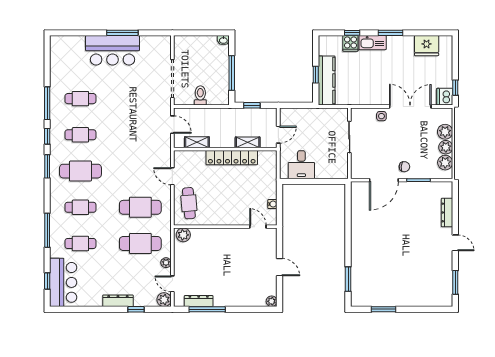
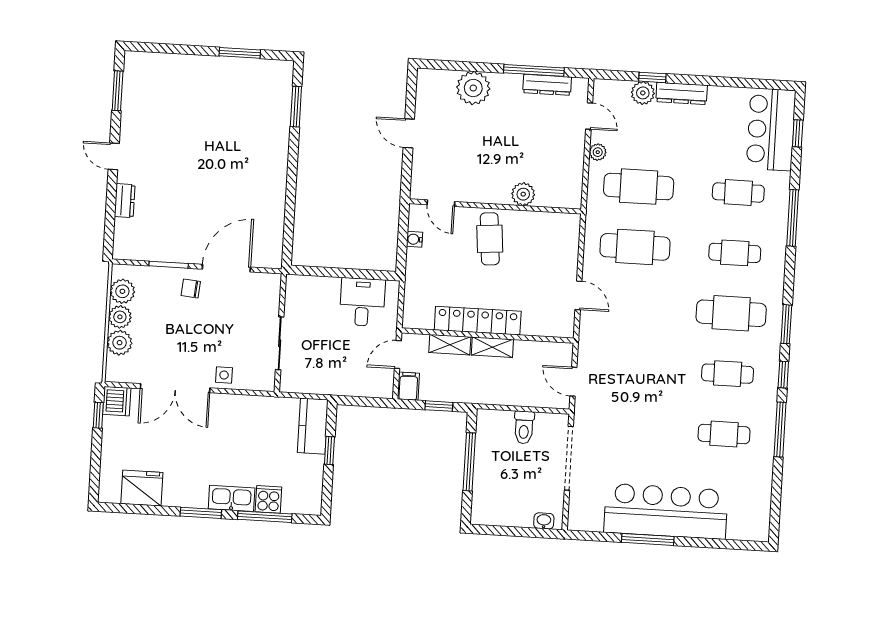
window: (352, 33) -> (265, 517), width x2.17
washbasin: (223, 40) -> (544, 521), moved
bar counter: (112, 50) -> (666, 511), width x1.36
kitchen counter: (327, 80) -> (313, 426), width x0.67
filing cabinet: (271, 116) -> (408, 386), added
shelving: (197, 142) -> (492, 347), moved
cafe table: (189, 203) -> (490, 239), moved
dresser: (447, 212) -> (125, 201), width x0.70
plant: (183, 235) -> (523, 194), moved
plant: (164, 300) -> (643, 93), moved
plant: (272, 301) -> (473, 88), moved, width x1.87, depth x1.87

